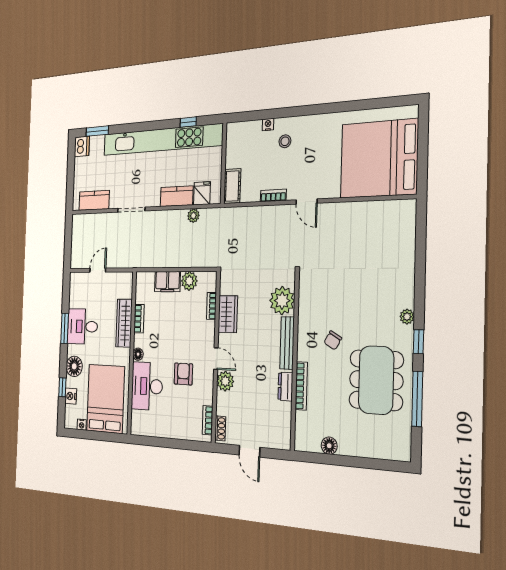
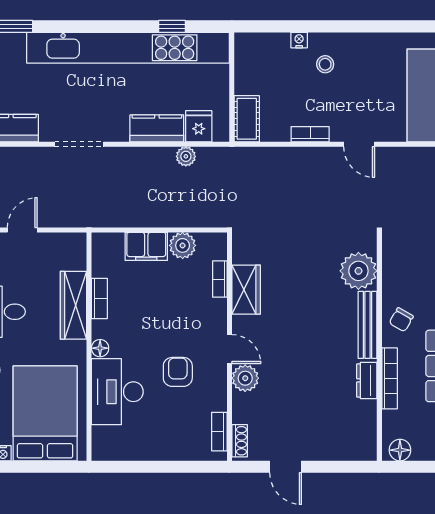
plant: (282, 301) -> (358, 271), moved
bench: (287, 343) -> (368, 325), moved
wall: (295, 360) -> (379, 347), moved
bookcase: (301, 386) -> (390, 378), moved
dresser: (285, 387) -> (367, 380), moved

